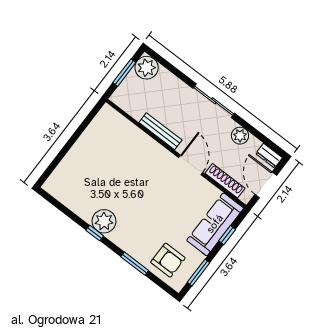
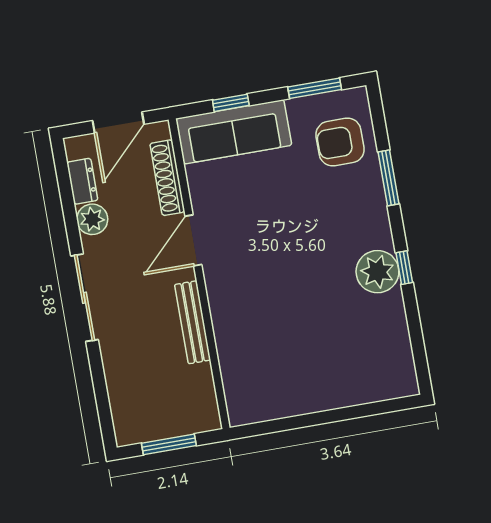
plant: (147, 68) -> (133, 424), removed
dresser: (269, 156) -> (82, 181), moved
armchair: (168, 260) -> (340, 142), turned -90

